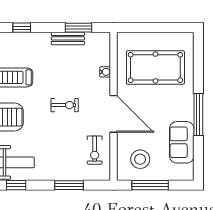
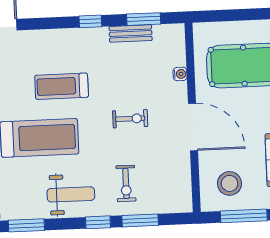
window: (22, 28) -> (90, 21), moved
exercise bike: (95, 150) -> (126, 183), moved
window: (16, 185) -> (98, 222), moved

